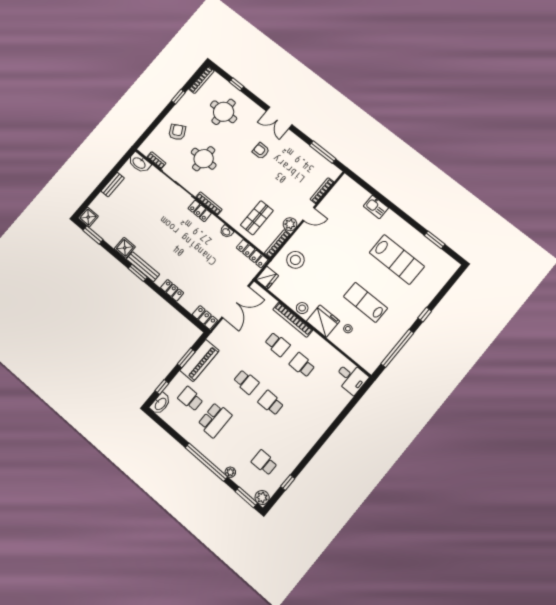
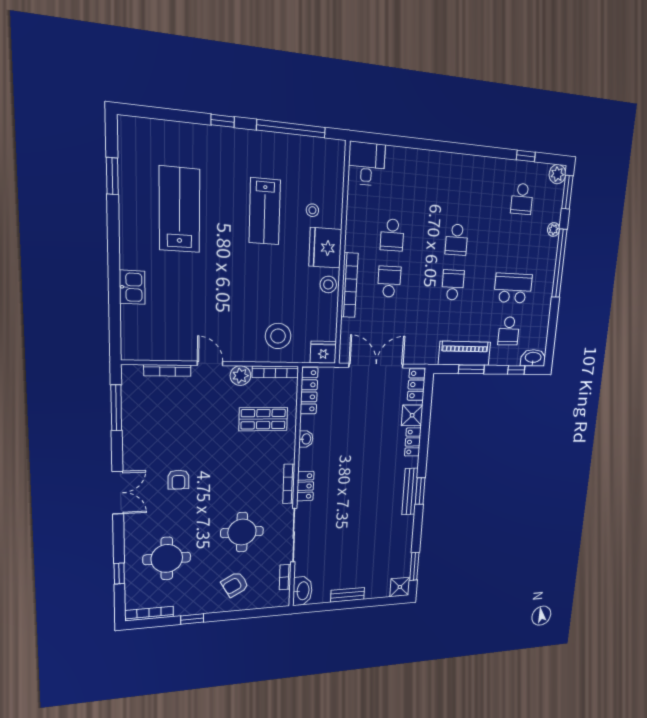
shower: (125, 248) -> (412, 415), moved

